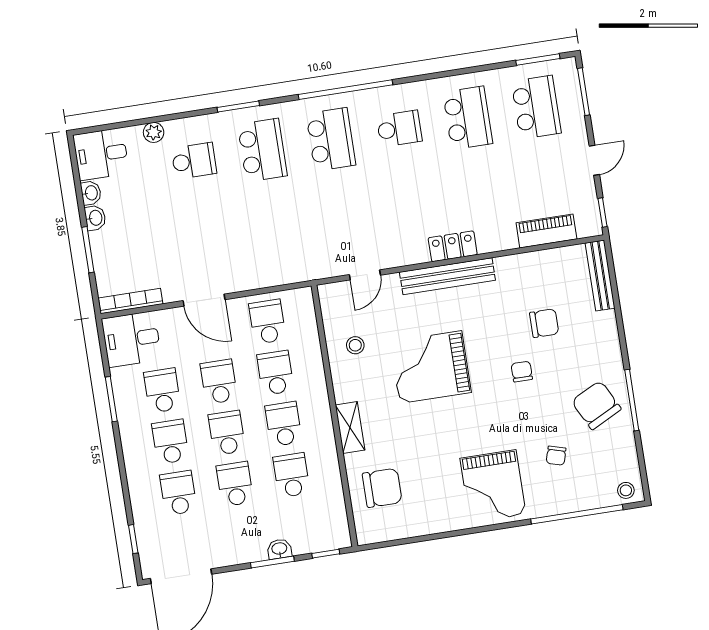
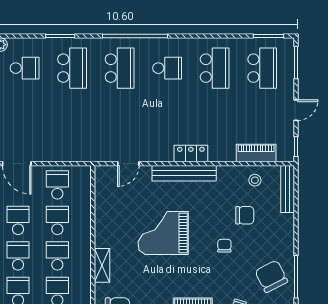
stool: (355, 345) -> (255, 180), moved

